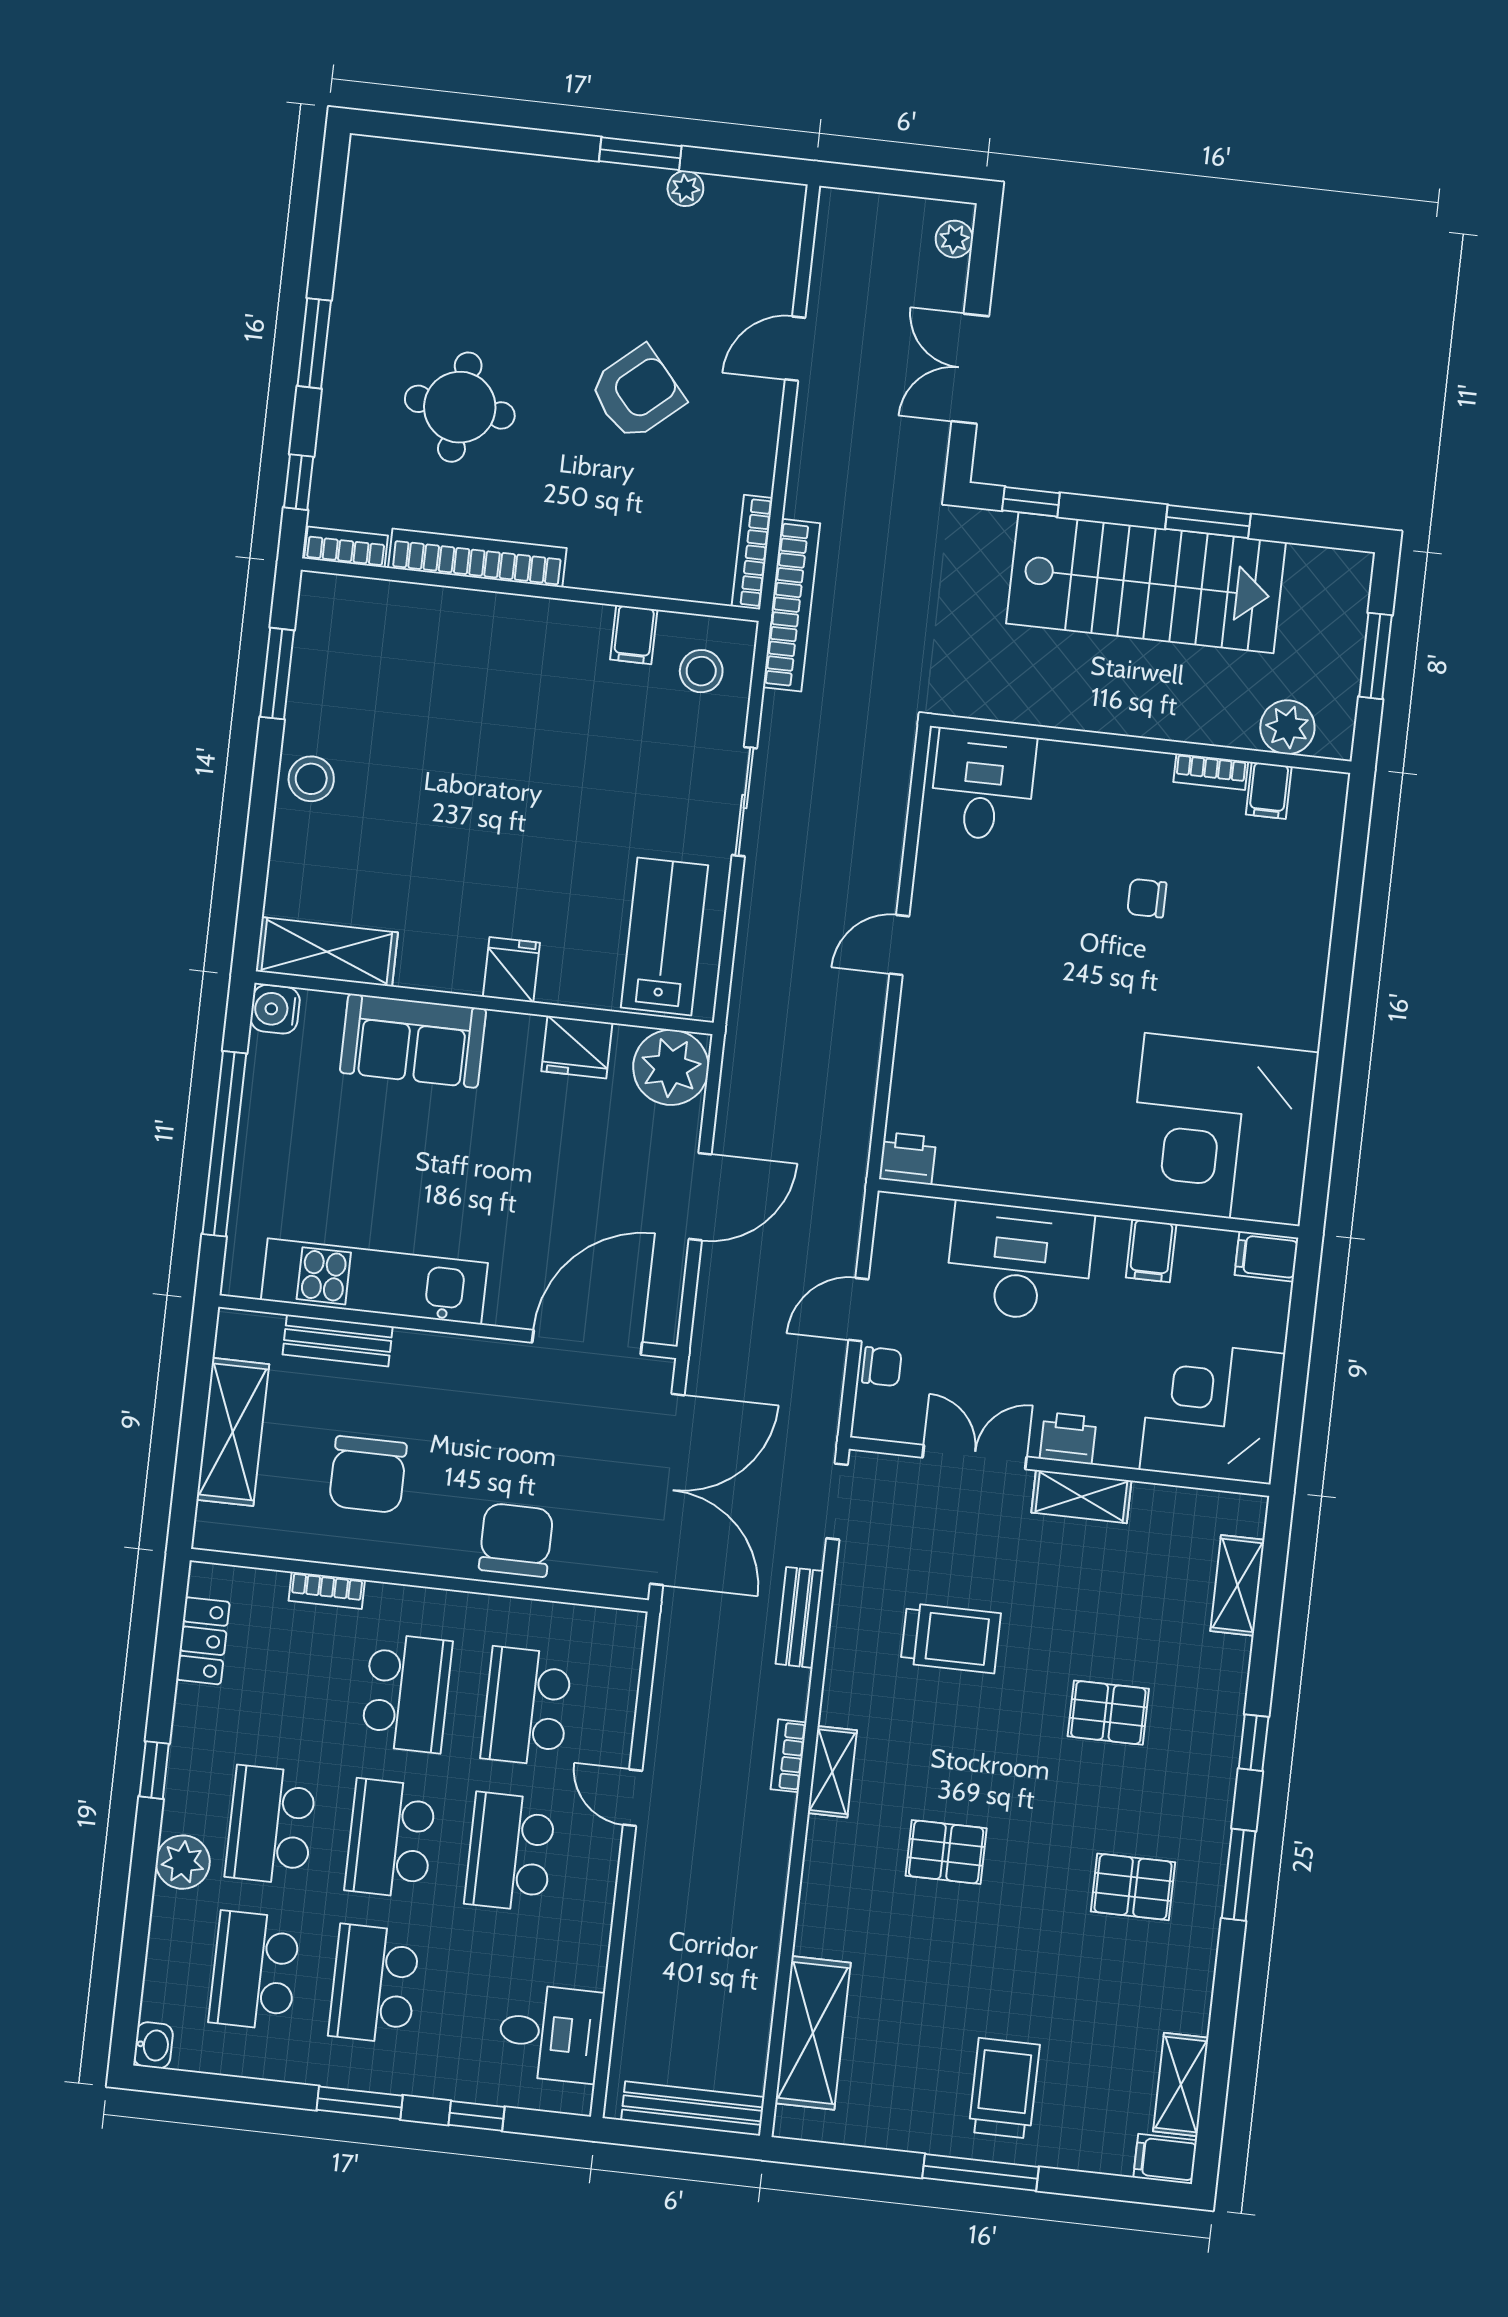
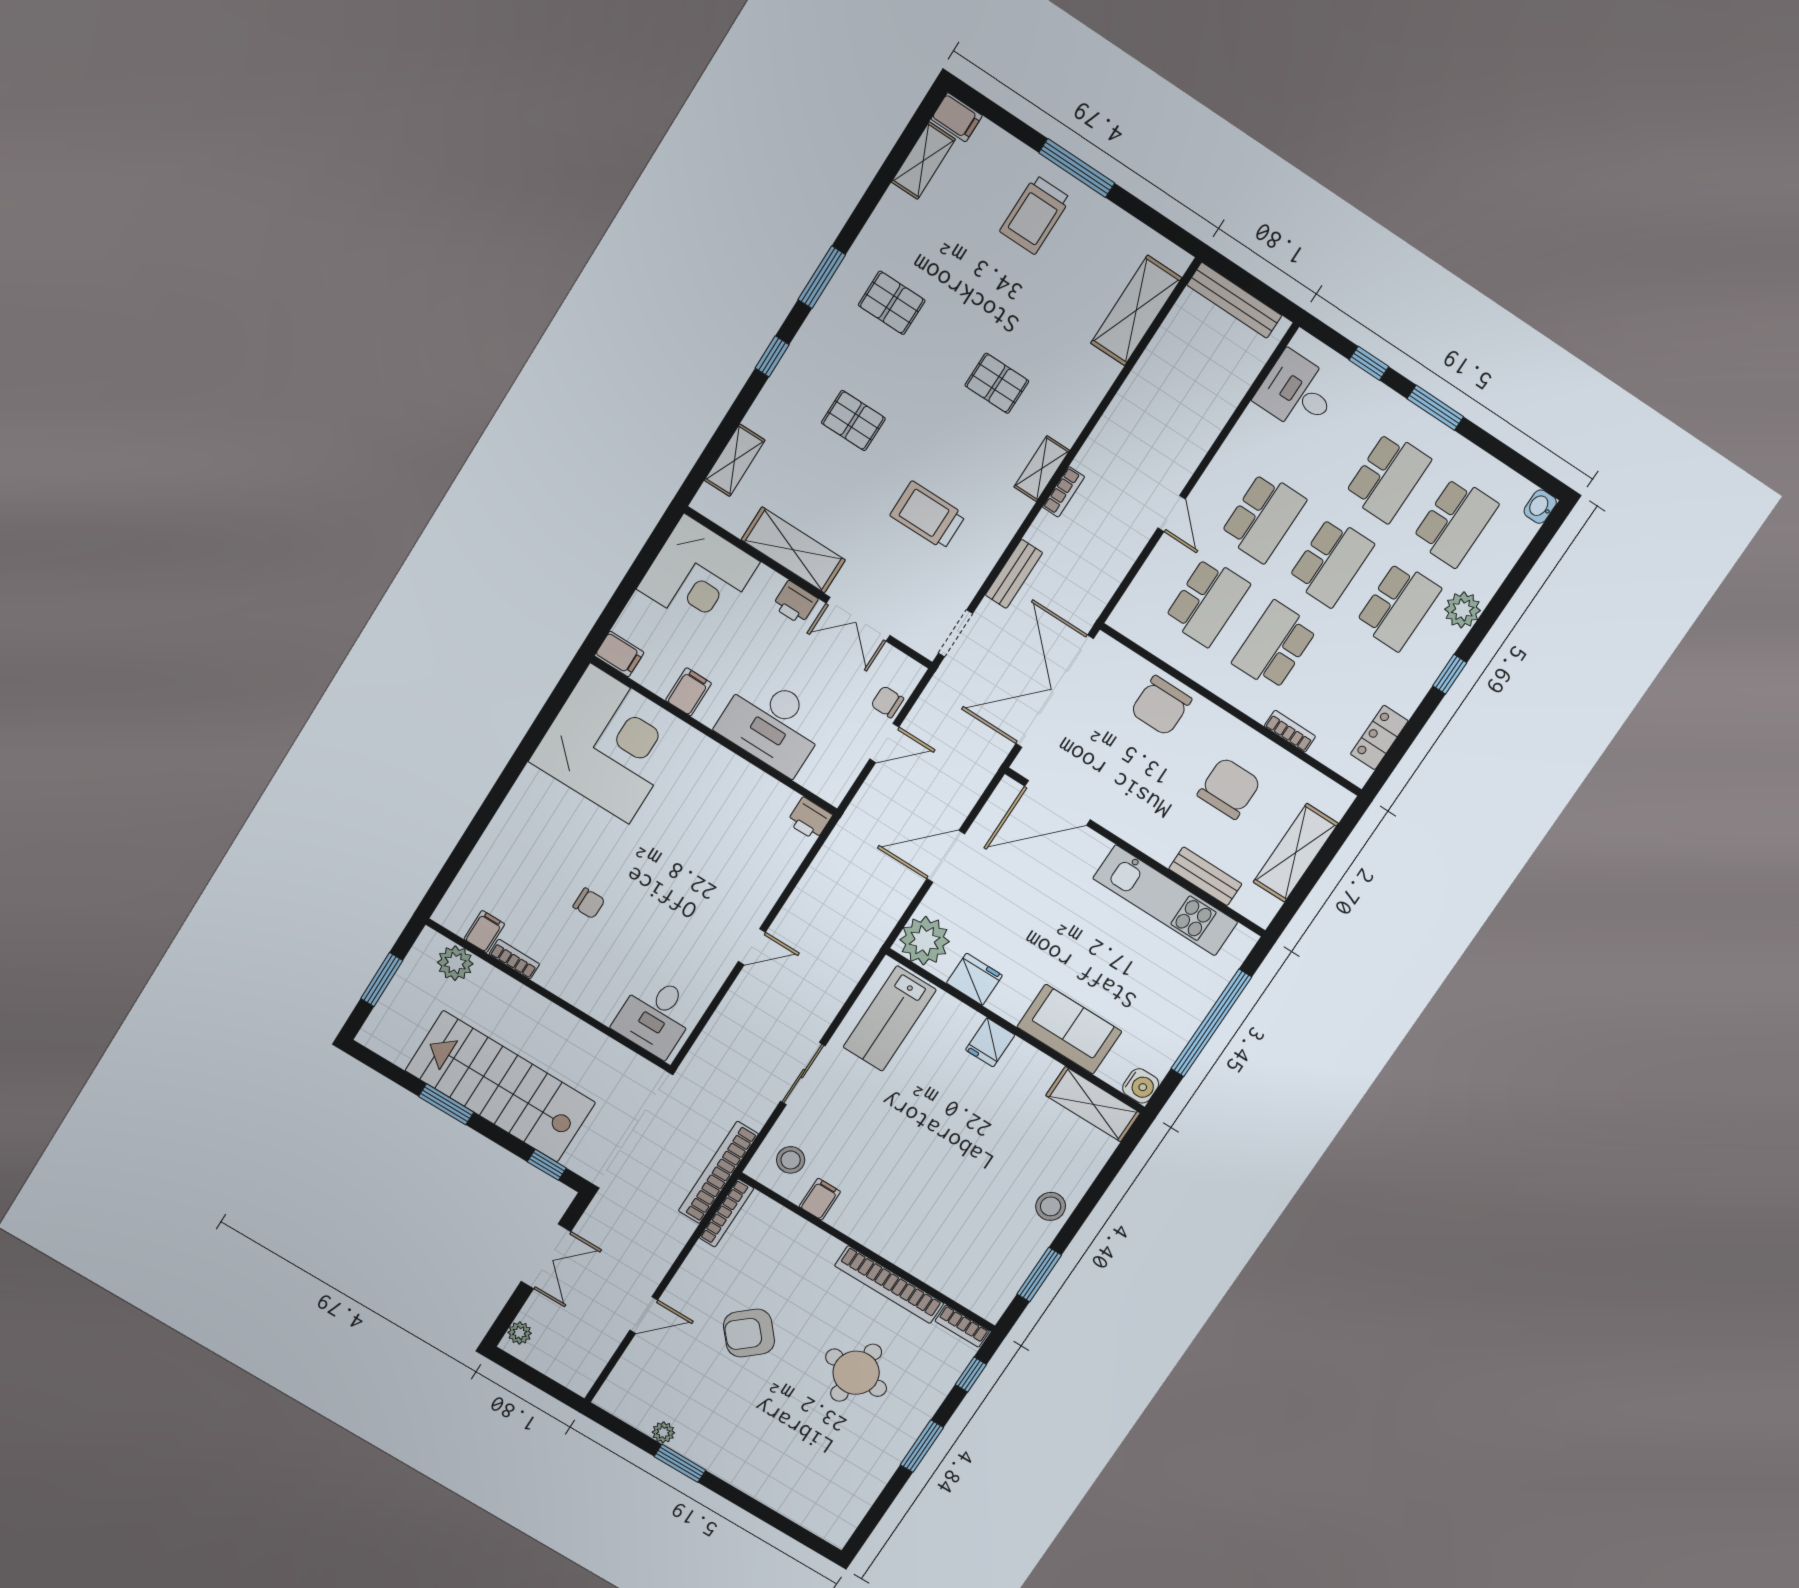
shelving: (1081, 1497) -> (793, 550), width x1.50, depth x1.33

